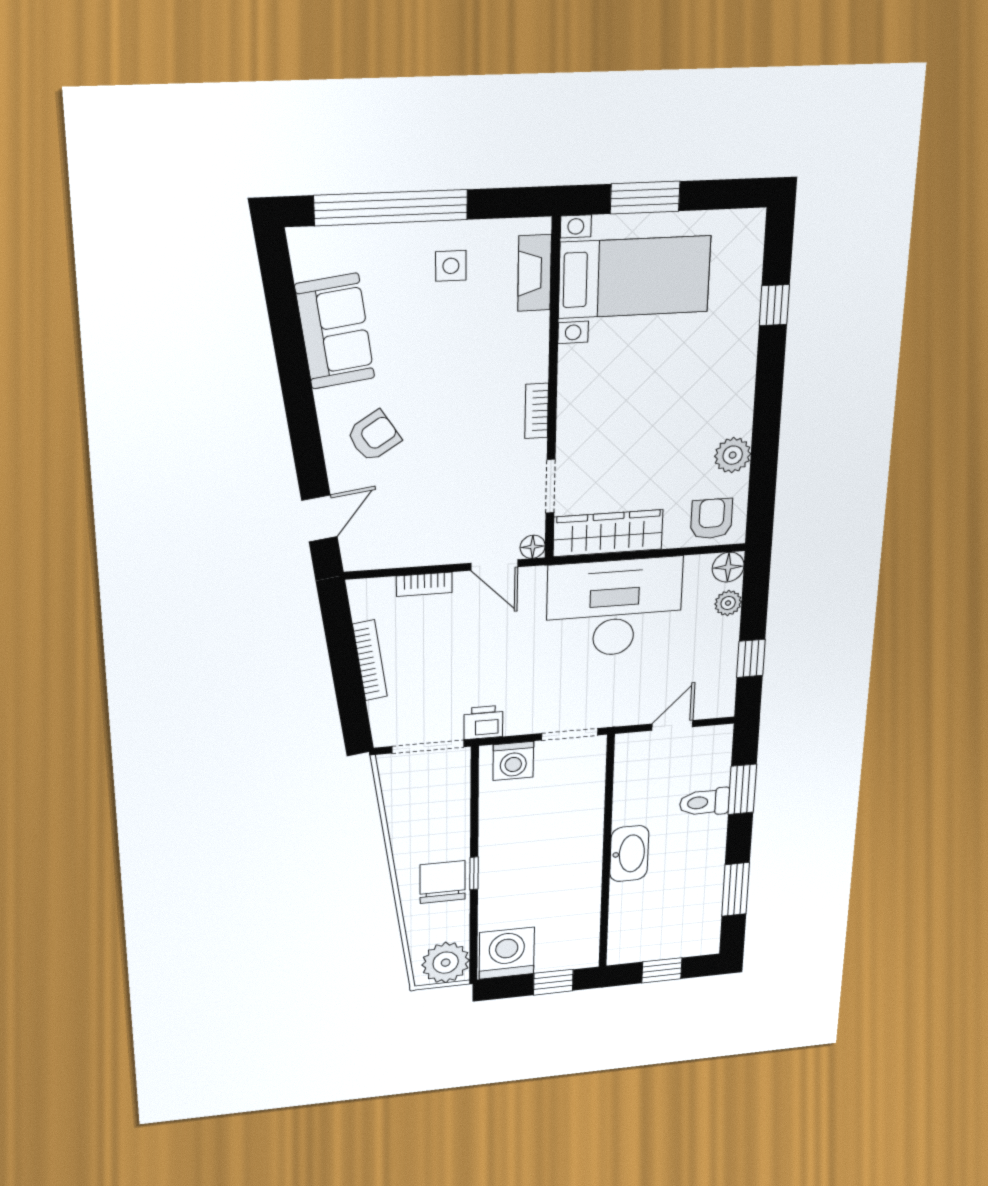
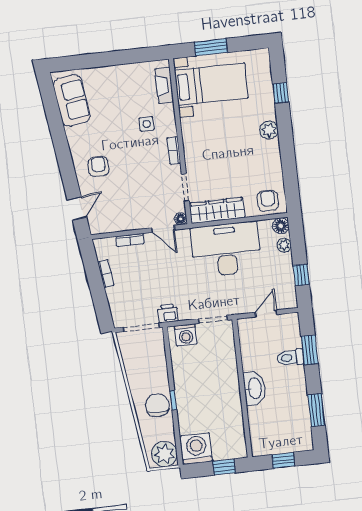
window: (391, 208) -> (96, 60), removed
side table: (451, 266) -> (147, 124), moved
sofa: (335, 331) -> (72, 101), moved
armchair: (374, 436) -> (98, 167), turned -57
plant: (733, 455) -> (269, 130), moved
bookcase: (370, 660) -> (106, 274), width x0.64

